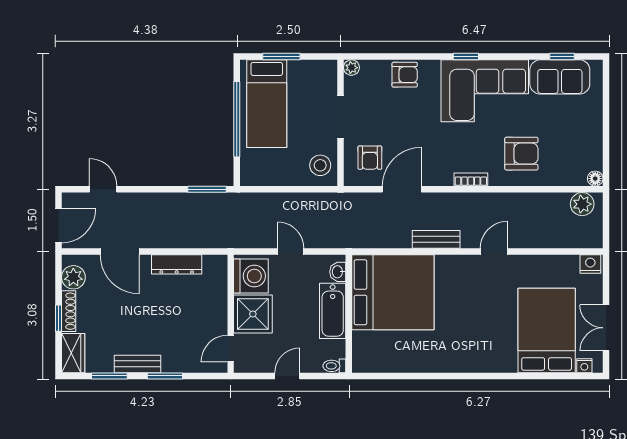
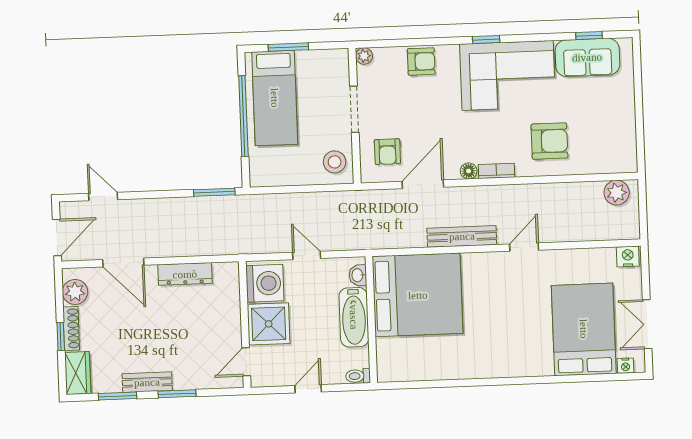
floor lamp: (595, 179) -> (469, 171), moved
bench: (436, 239) -> (462, 236), width x1.36

